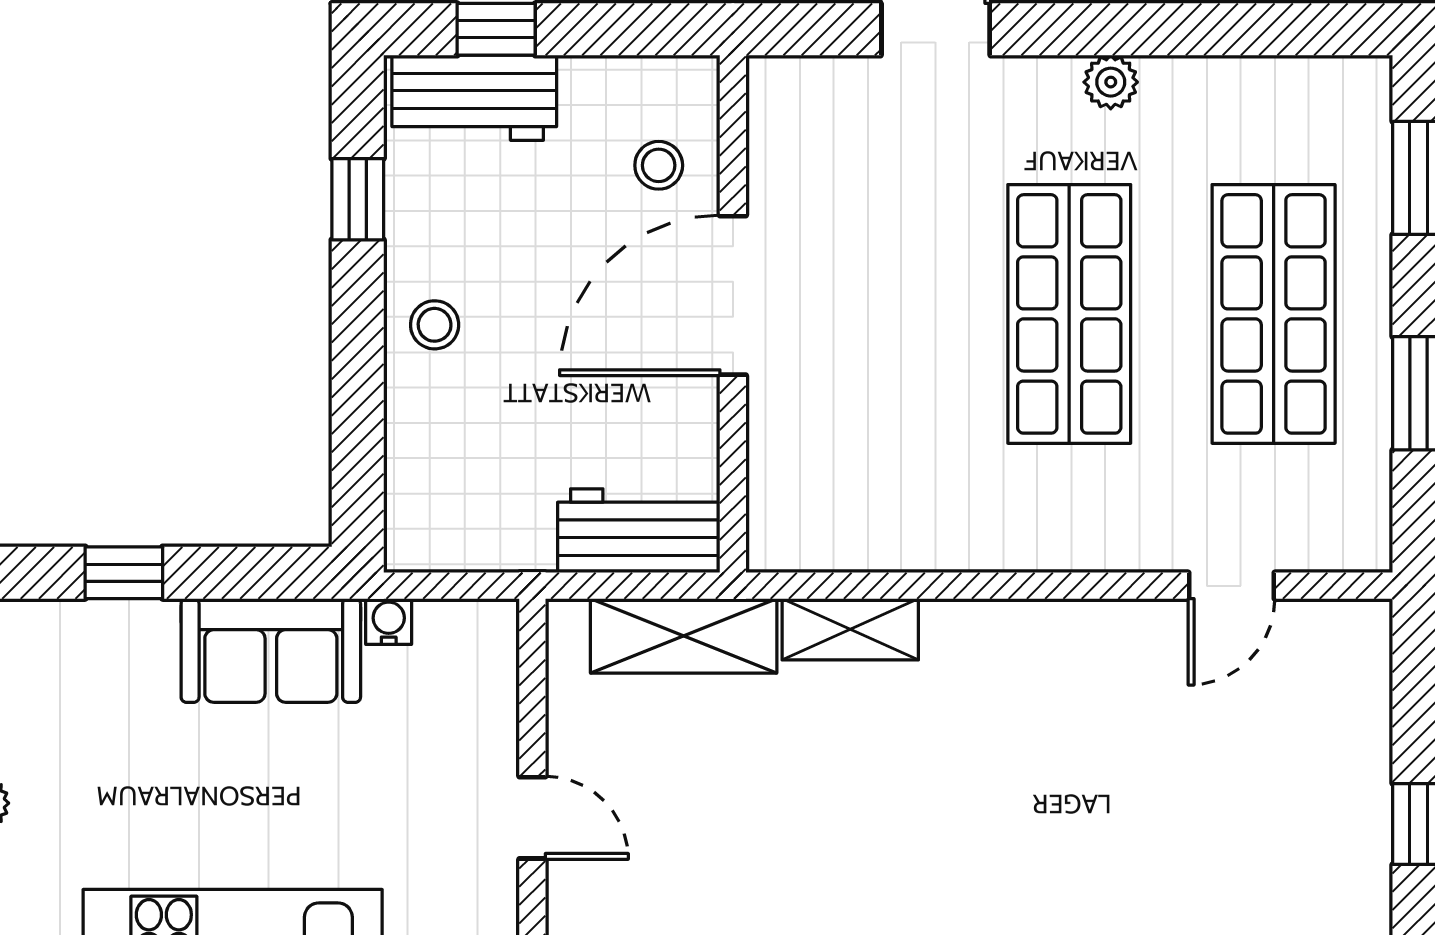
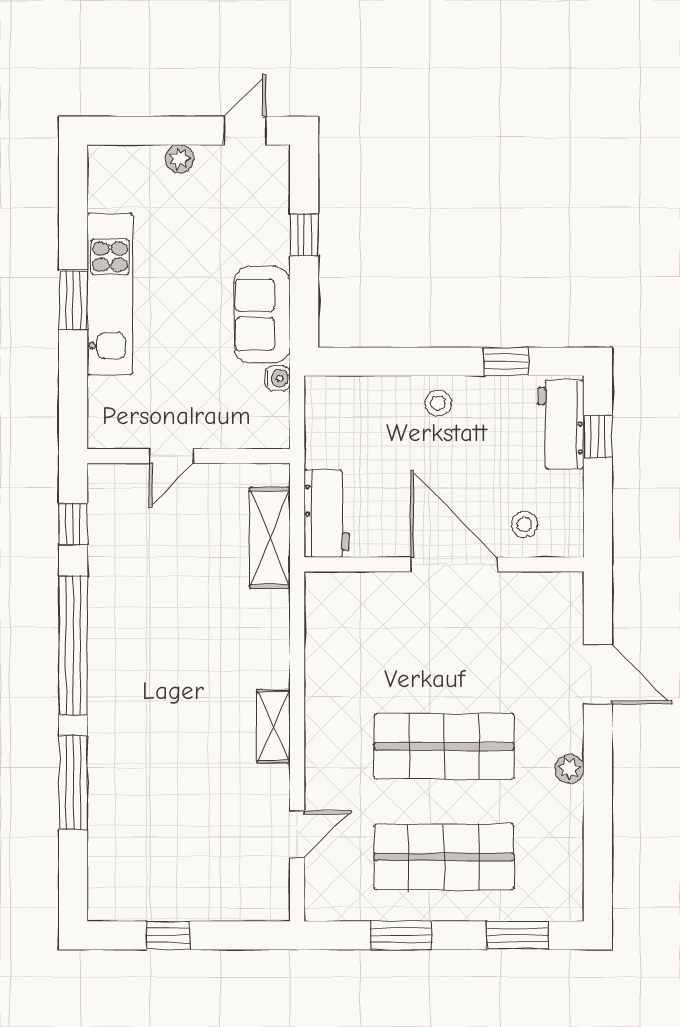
door: (1232, 586) -> (297, 834), swing flipped
shelving: (850, 629) -> (273, 726), moved

